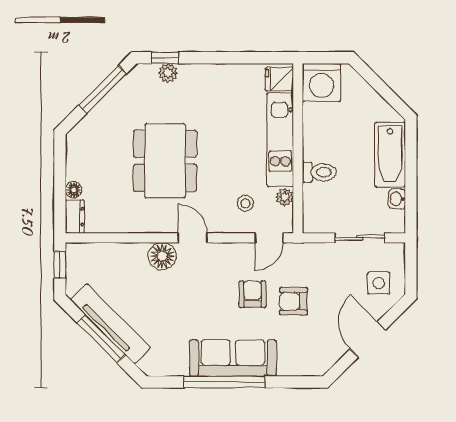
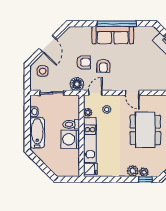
plant: (191, 75) -> (133, 171), added
washing machine: (321, 82) -> (70, 139), moved, turned -90
floor lamp: (162, 256) -> (77, 84), moved

